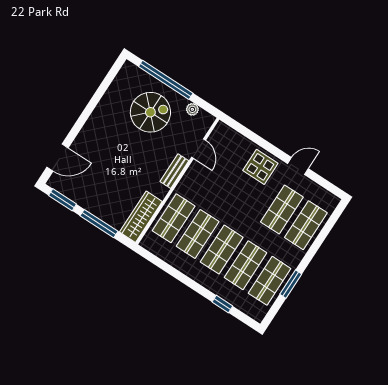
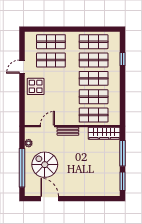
door: (58, 158) -> (50, 199), moved
door: (298, 166) -> (22, 67), hinge flipped
window: (291, 284) -> (88, 29), removed

